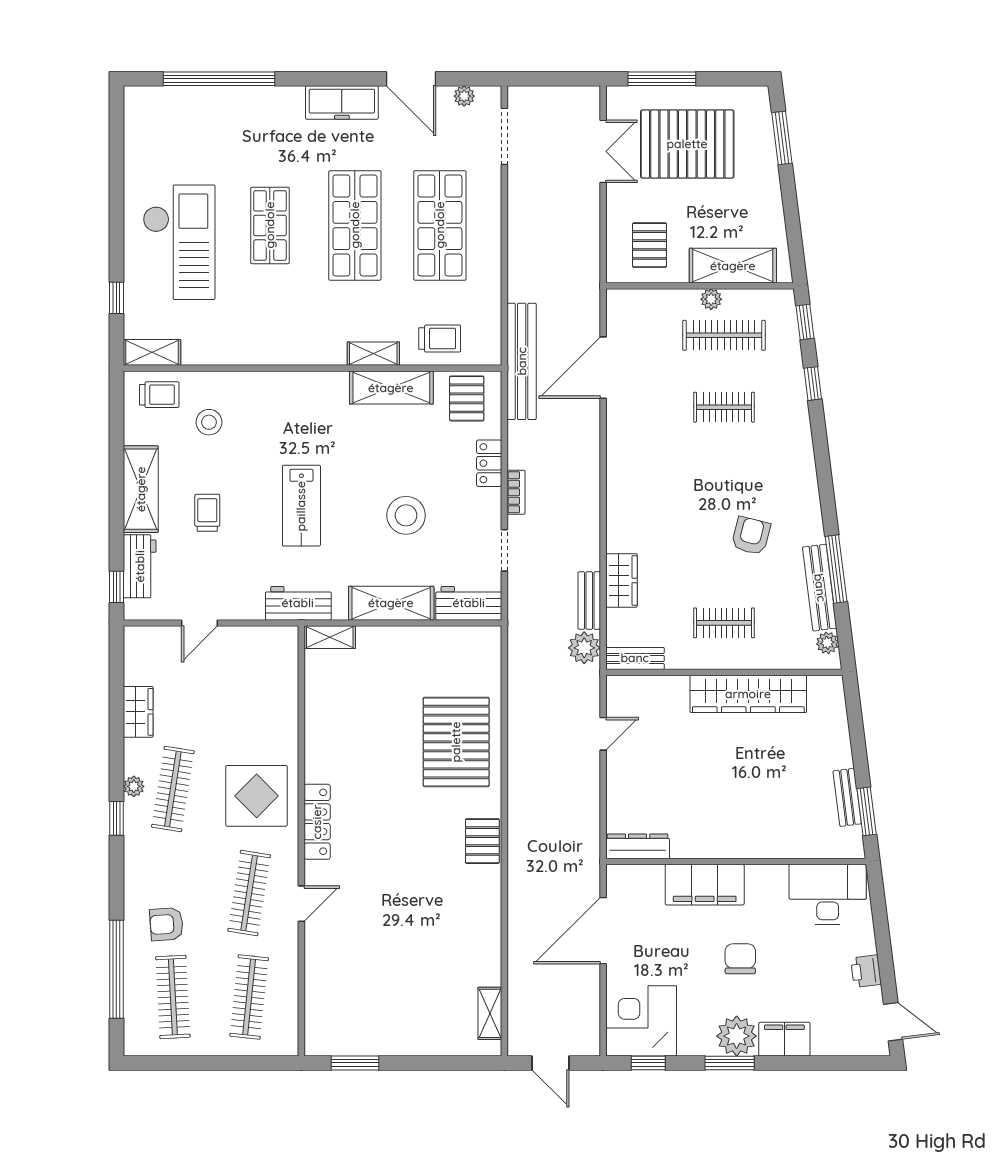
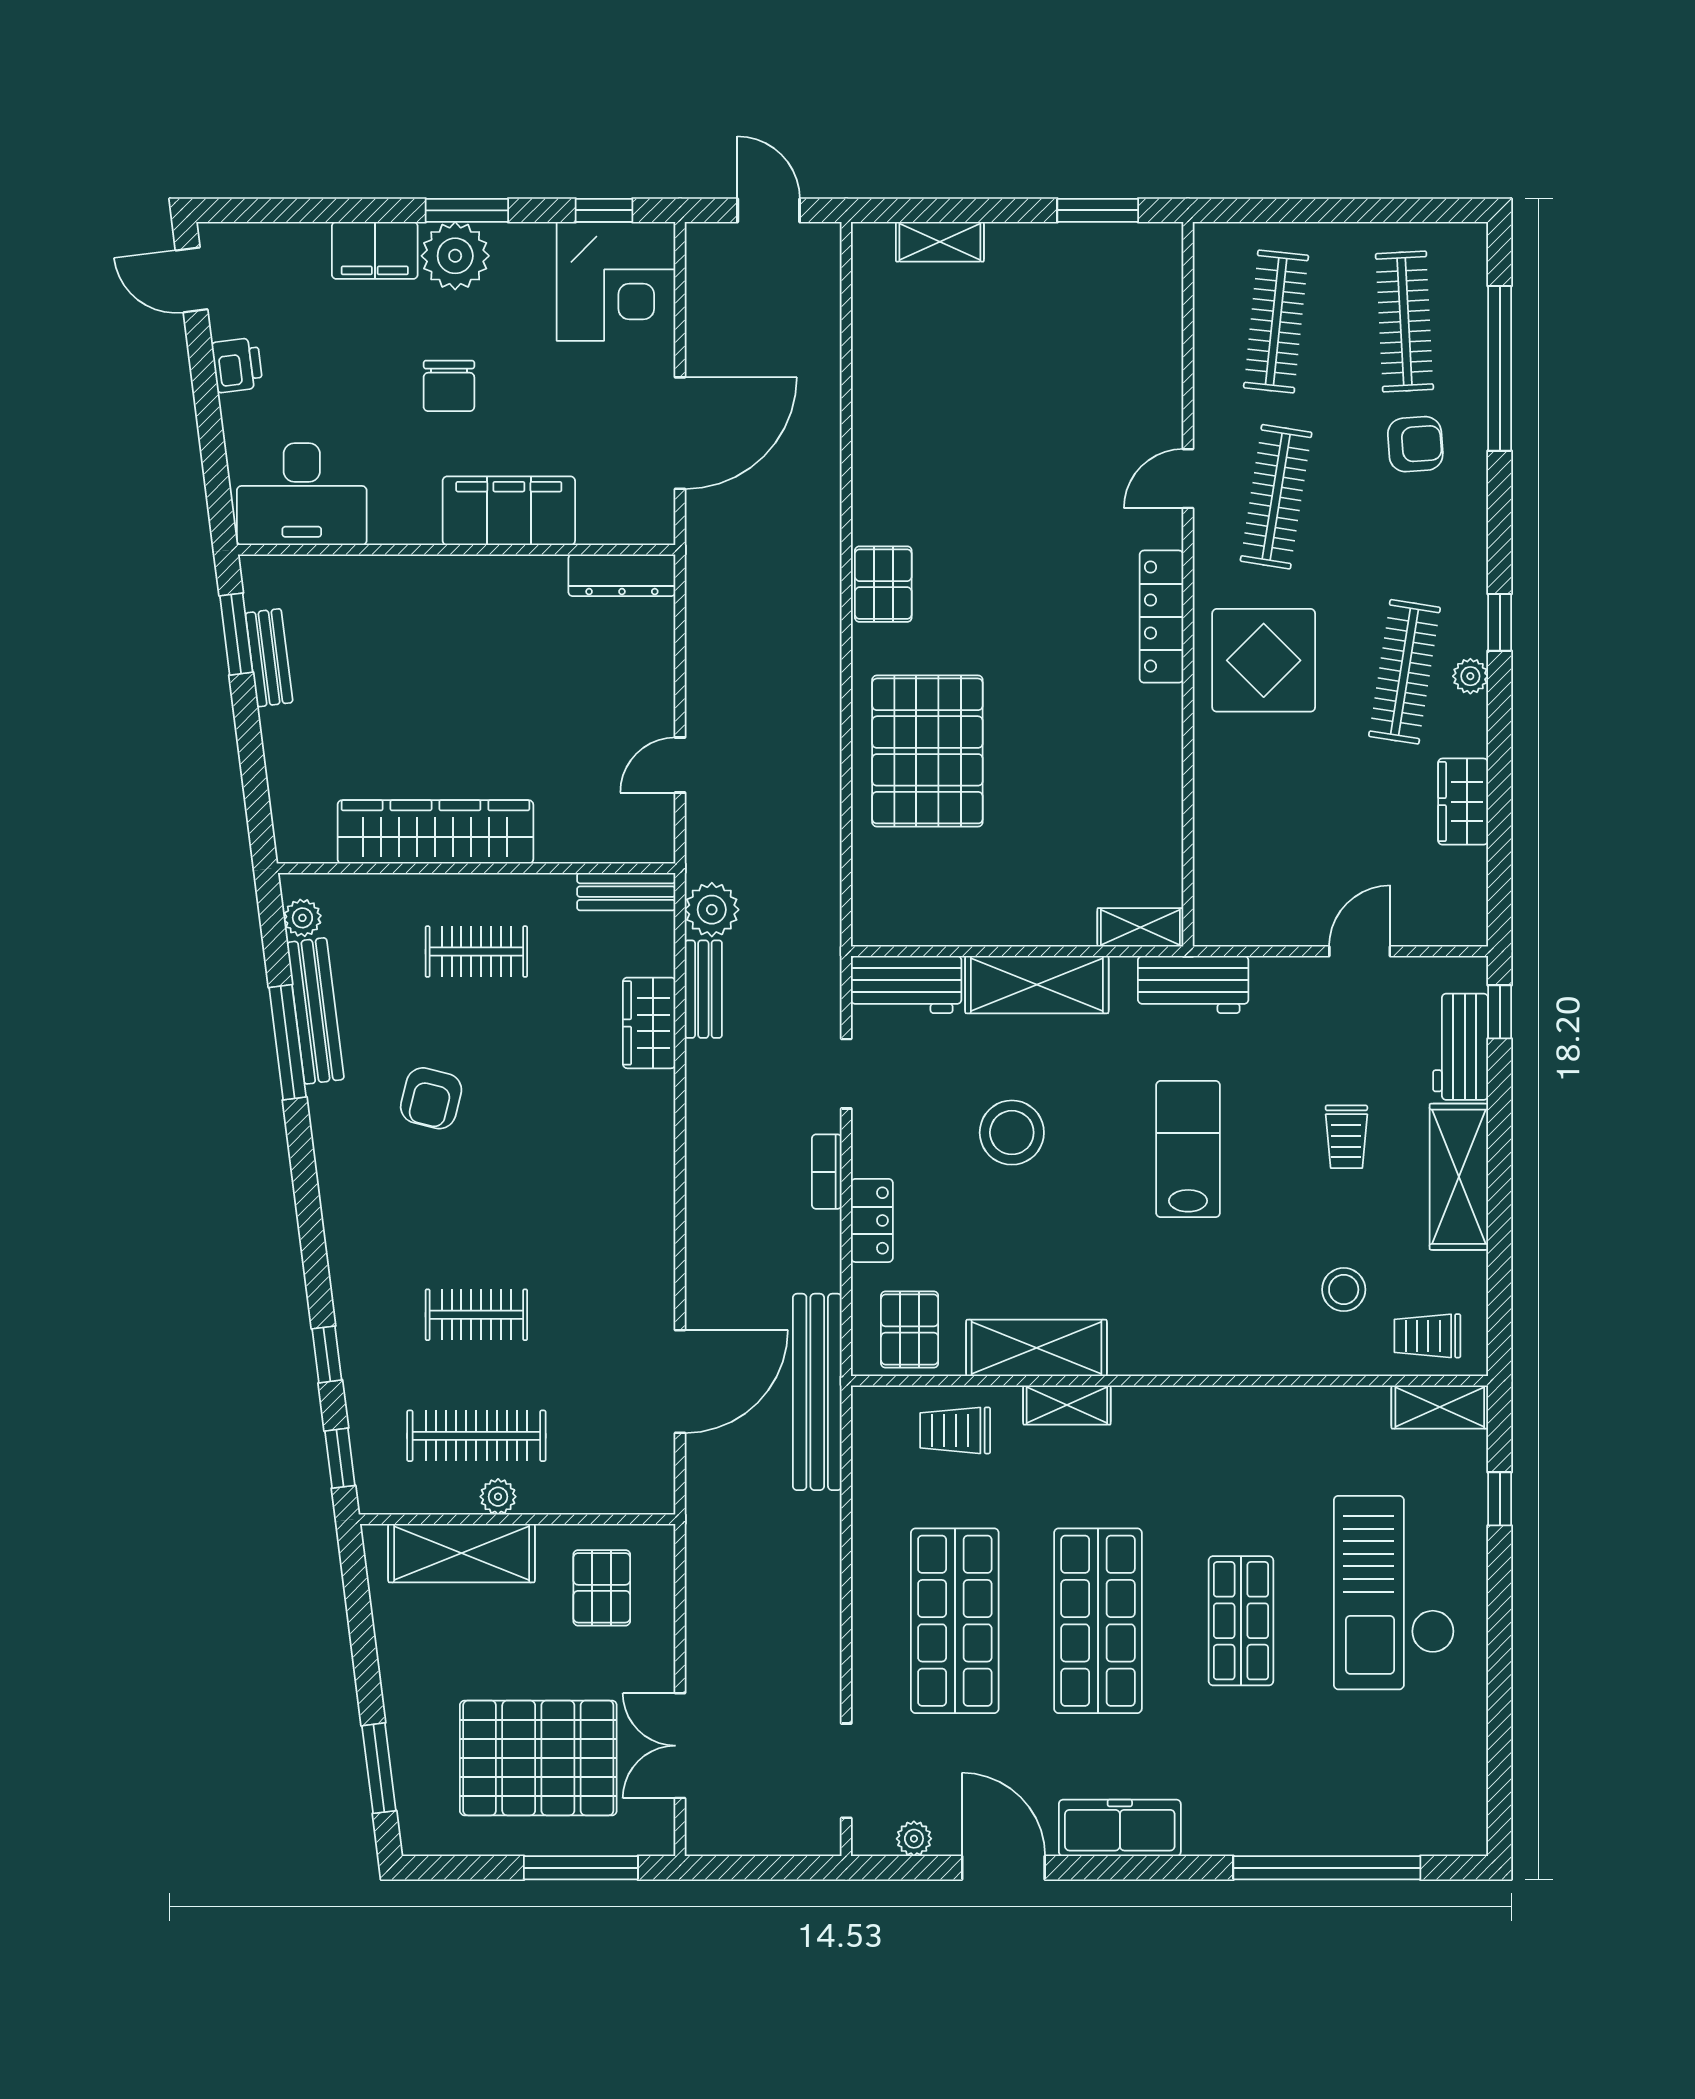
shelving: (490, 1013) -> (940, 242), moved, turned 90

